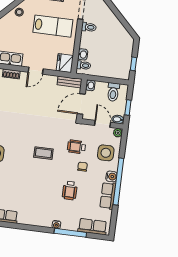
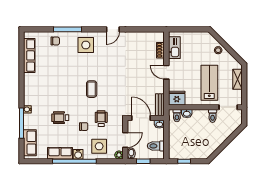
lab bench: (53, 26) -> (209, 83), turned 180

